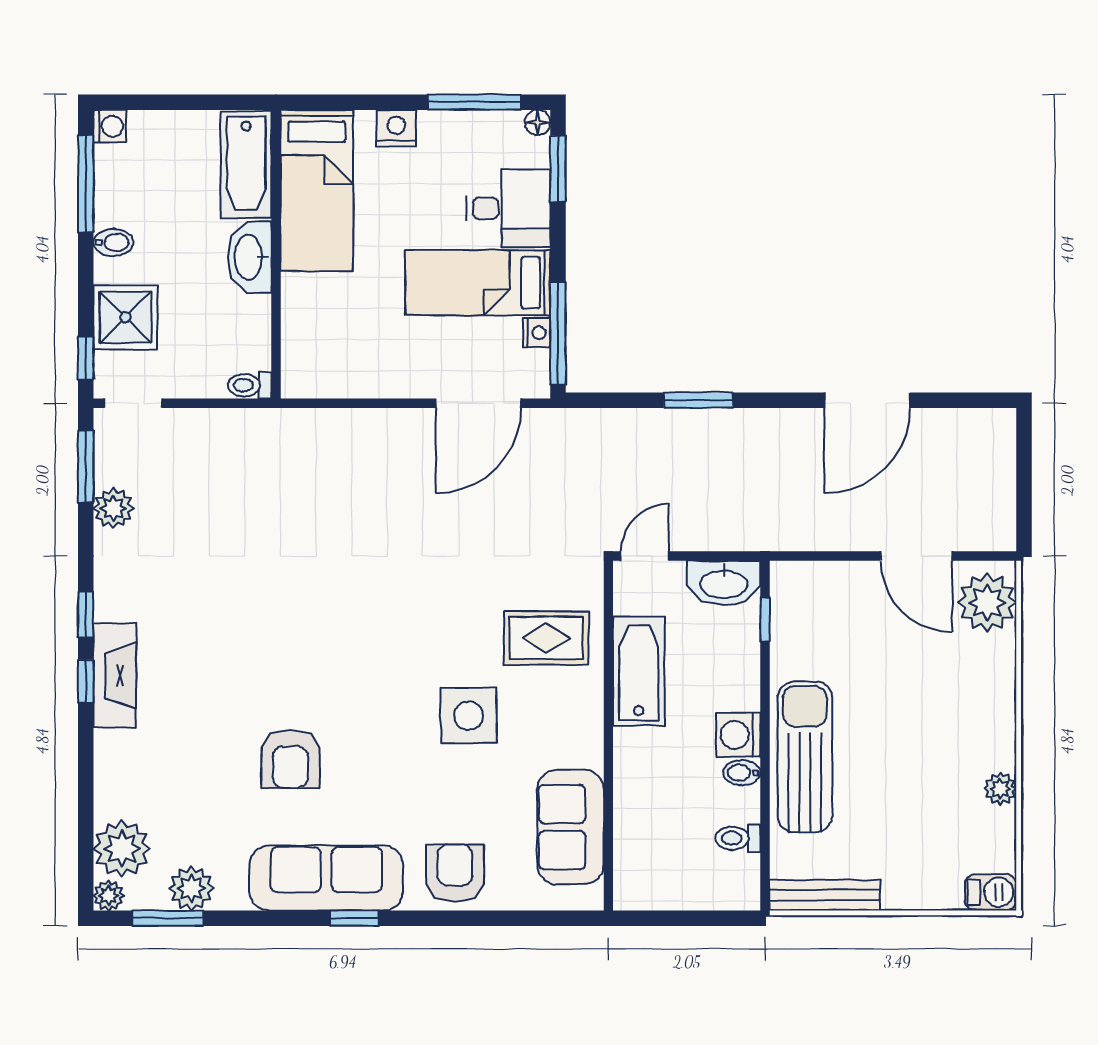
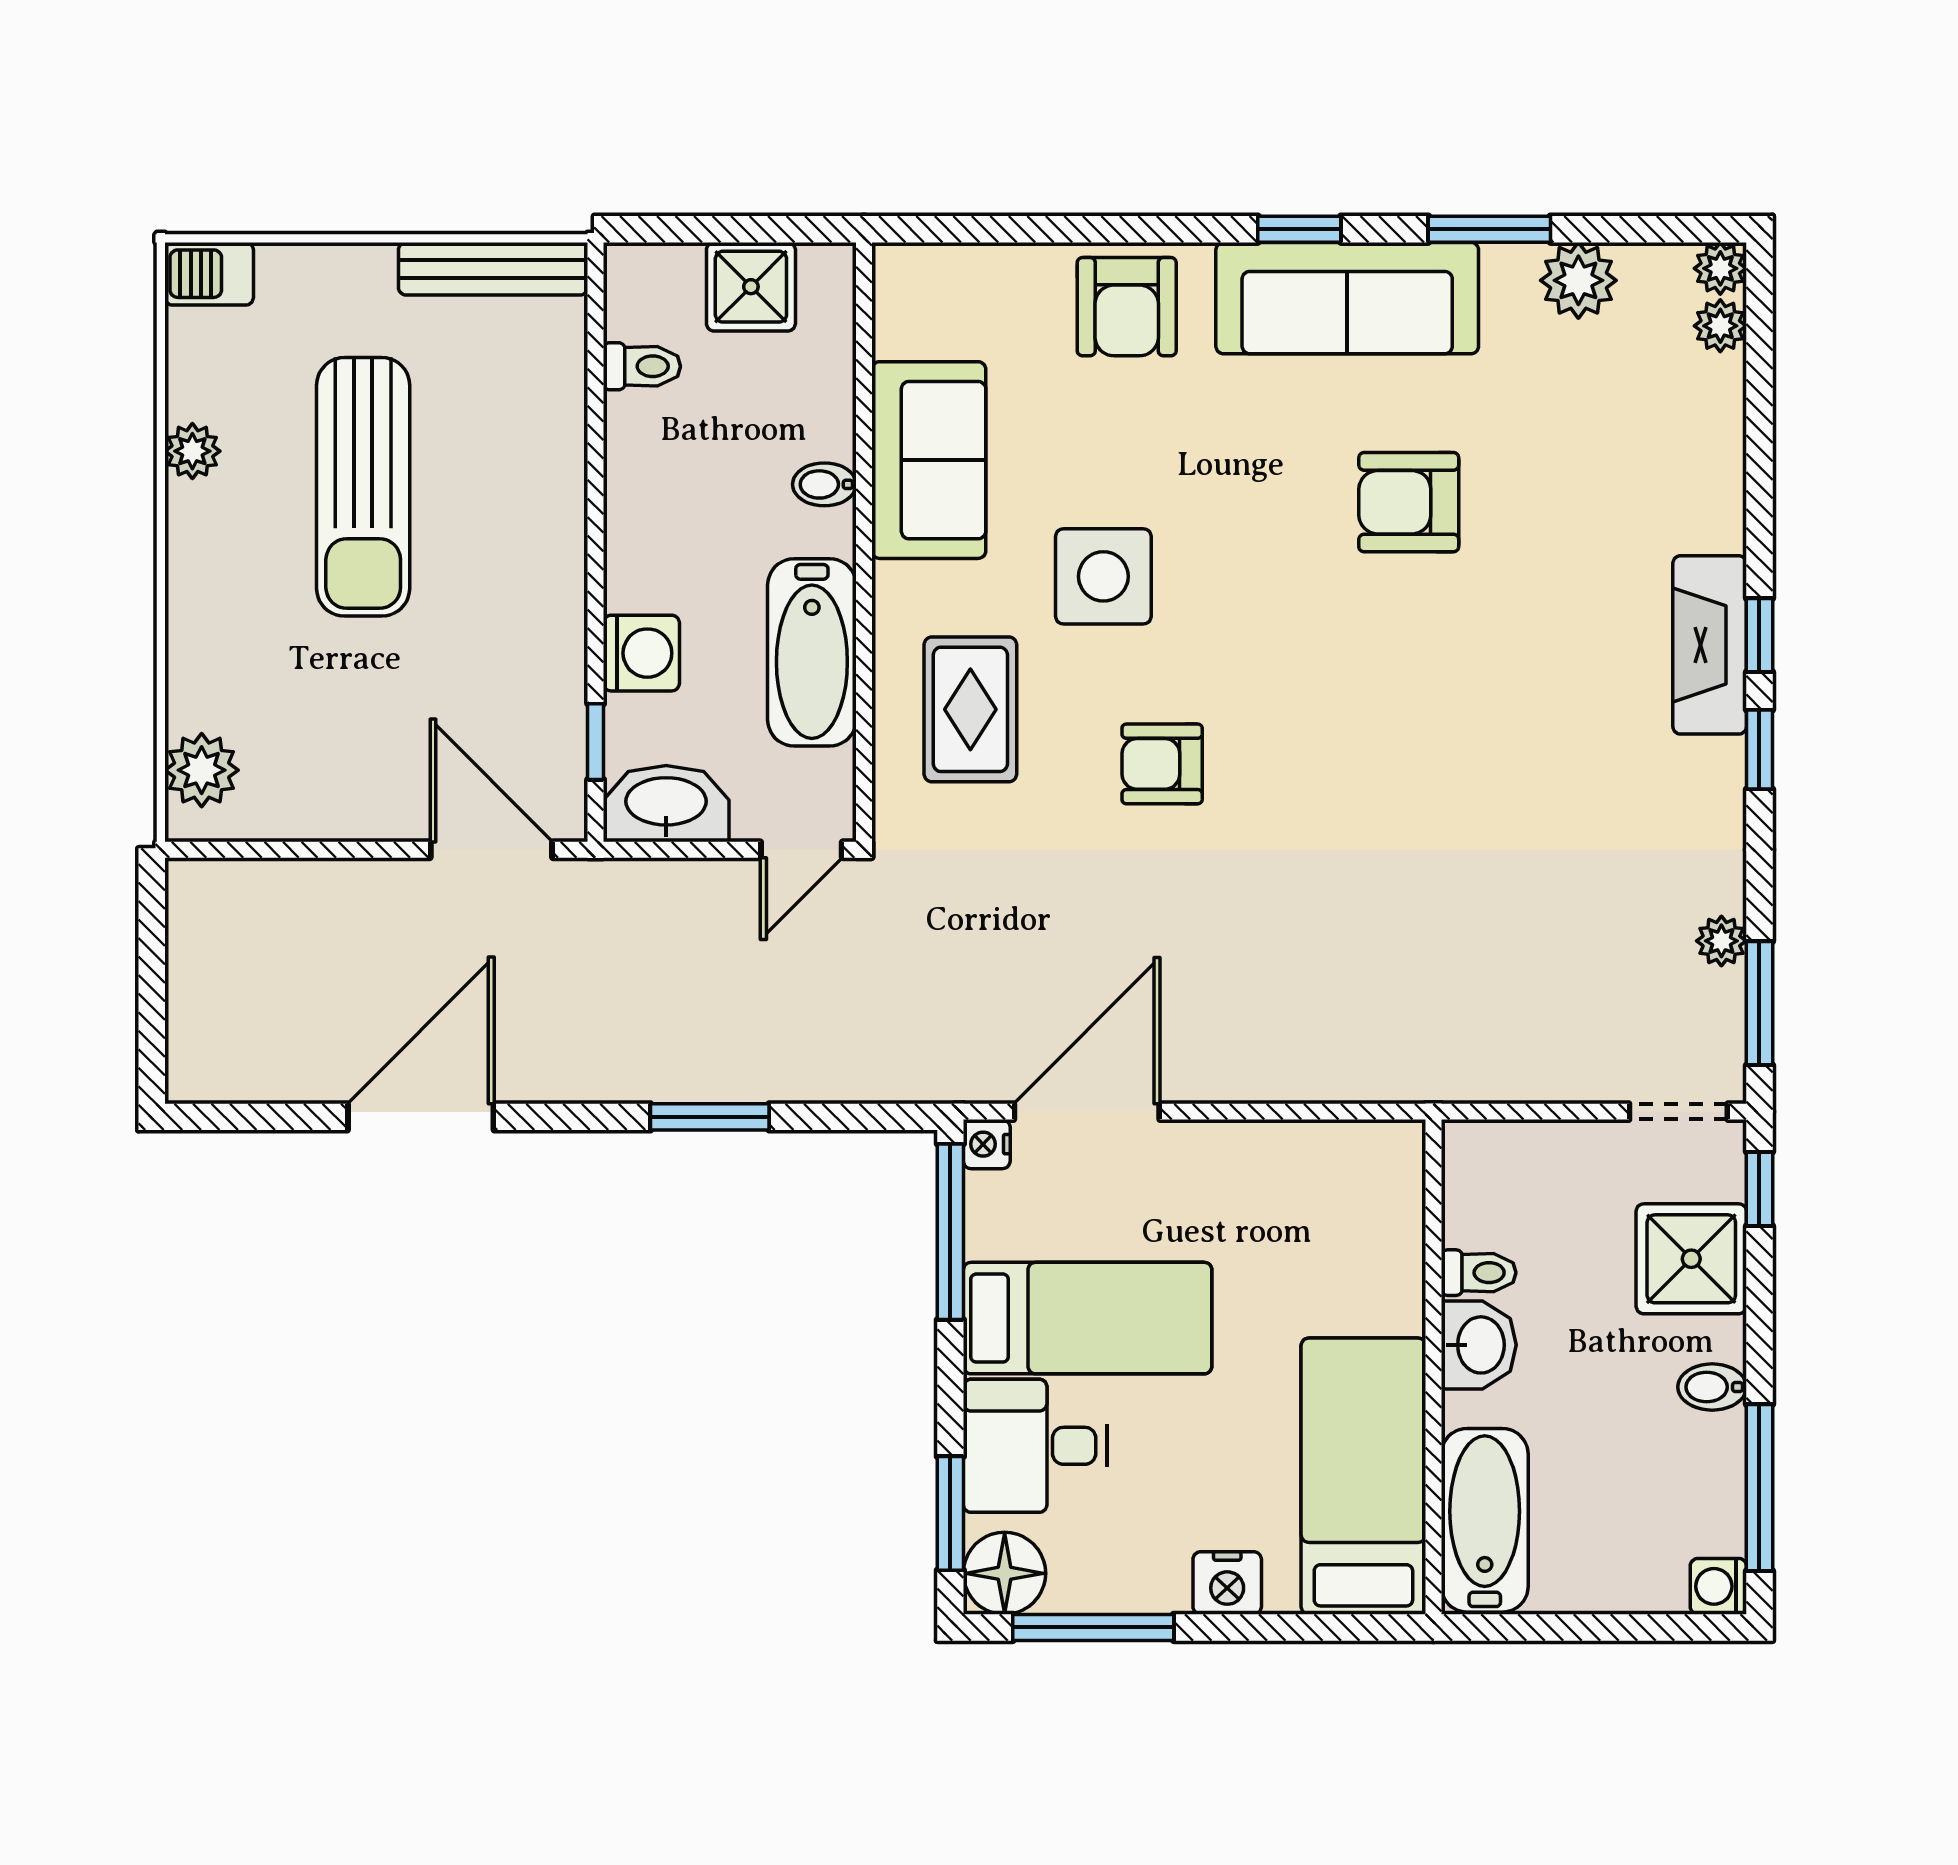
floor lamp: (538, 123) -> (1005, 1573), width x1.89, depth x1.89
washbasin: (250, 257) -> (1479, 1345), width x0.72
nightstand: (537, 333) -> (987, 1144), moved
toilet: (250, 385) -> (1479, 1273), moved
plant: (113, 508) -> (1721, 941), width x0.73, depth x0.73
door: (916, 556) -> (491, 850), moved
plant: (987, 603) -> (202, 770), width x0.73, depth x0.73
armchair: (434, 606) -> (1162, 764), added
rug: (546, 638) -> (970, 709), turned 90
washing machine: (738, 735) -> (641, 653), moved
sun lounger: (805, 757) -> (363, 487), moved
armchair: (290, 759) -> (1409, 502), turned -90
bidet: (742, 773) -> (824, 484), moved, turned 180
sofa: (571, 827) -> (929, 460), moved
plant: (122, 849) -> (1720, 326), width x0.53, depth x0.53
shower: (674, 885) -> (751, 287), added
window: (168, 918) -> (1489, 229), moved

